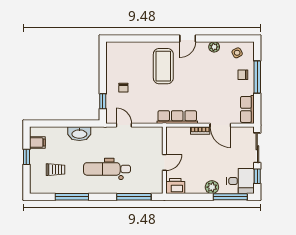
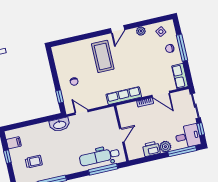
washbasin: (79, 134) -> (60, 125), moved
dental chair: (107, 169) -> (99, 157), moved
printer: (175, 186) -> (151, 149), moved

